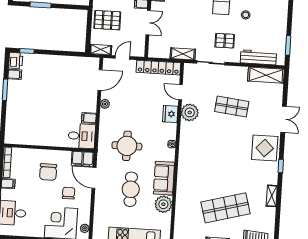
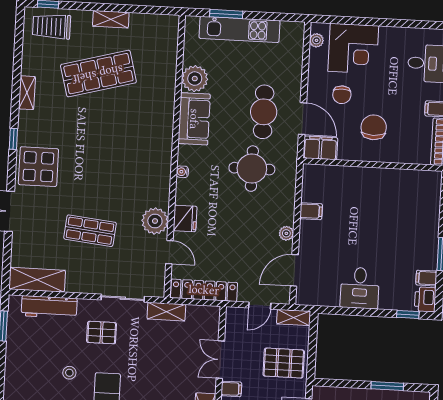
desk: (82, 136) -> (360, 288), moved, turned -90
cafe table: (131, 189) -> (264, 112), moved

